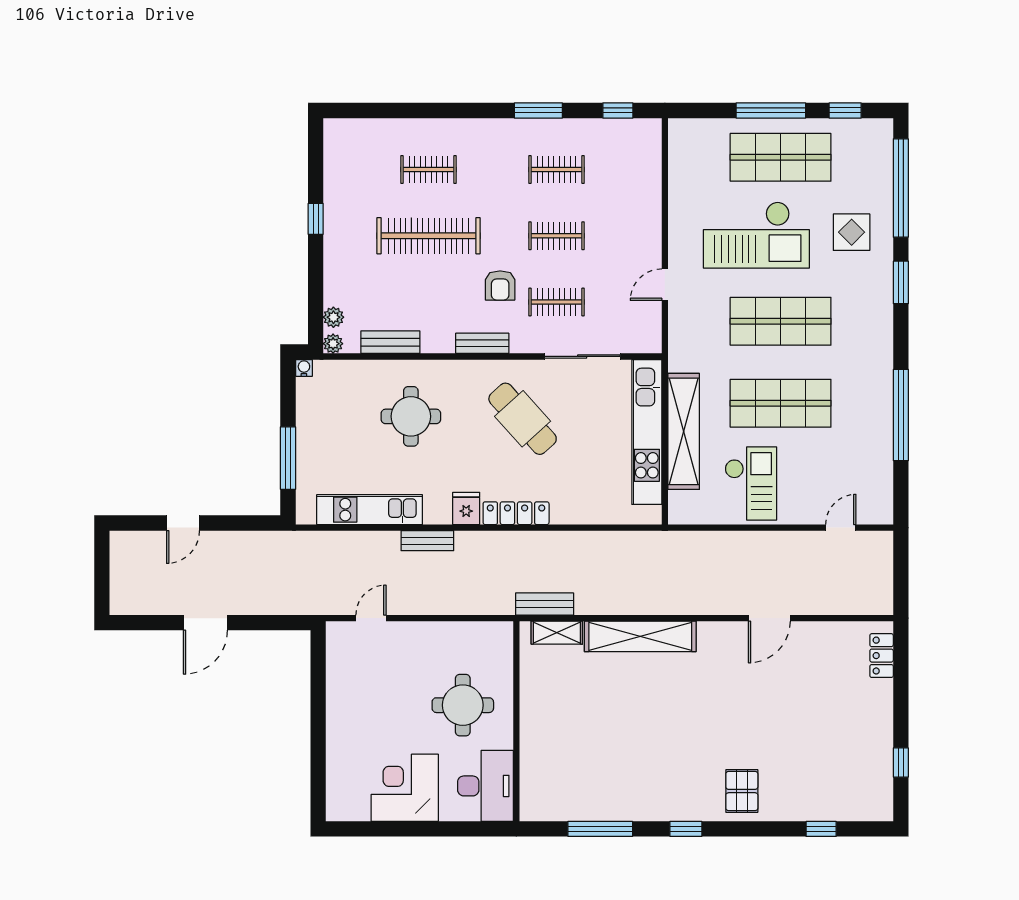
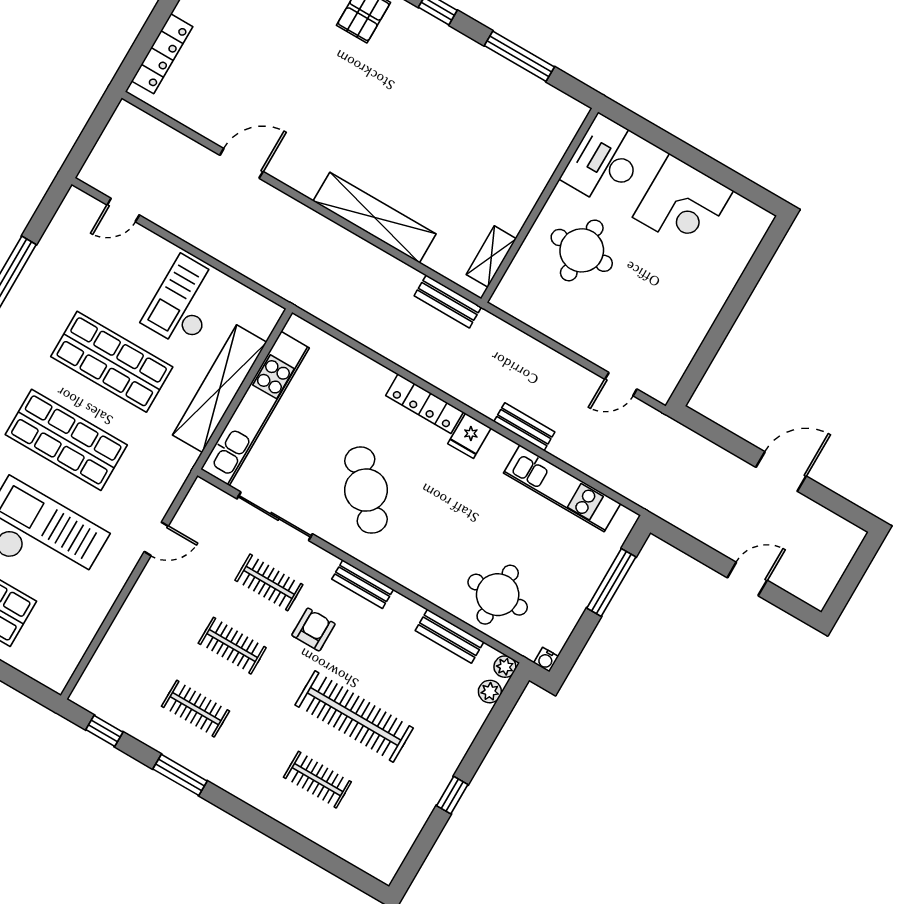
round table: (411, 416) -> (498, 595), moved
shelving: (557, 633) -> (491, 257), moved, turned 90
locker: (882, 656) -> (162, 54), width x1.53

